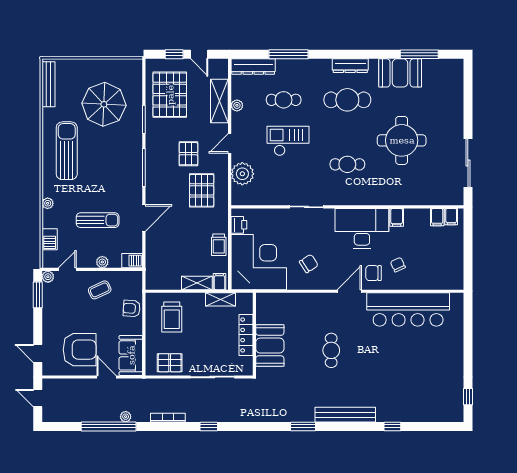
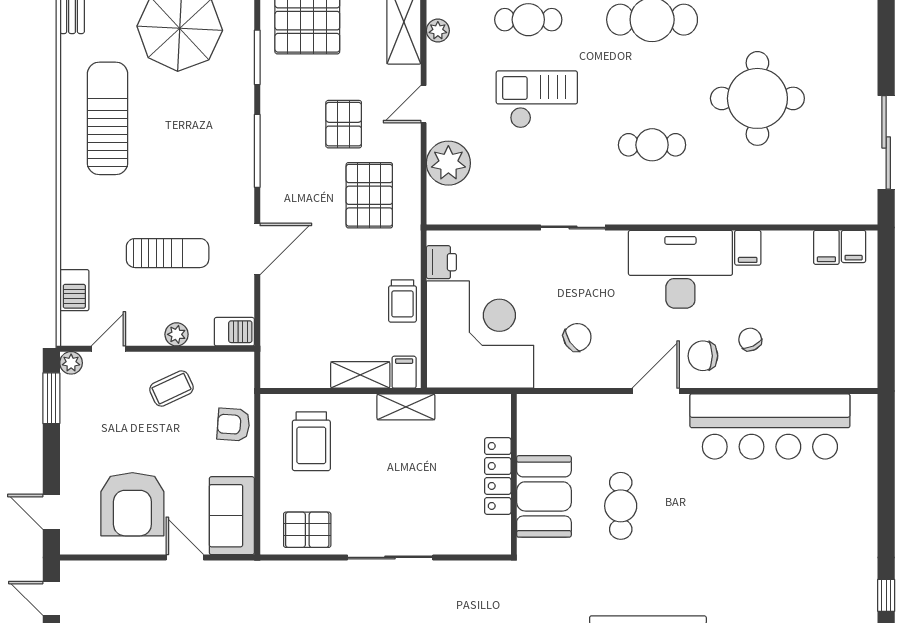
plant: (48, 203) -> (71, 220), removed
wall: (254, 334) -> (514, 474), moved
locker: (246, 335) -> (498, 476), moved
booth: (270, 346) -> (544, 496), moved
armchair: (80, 350) -> (132, 504), turned 90

